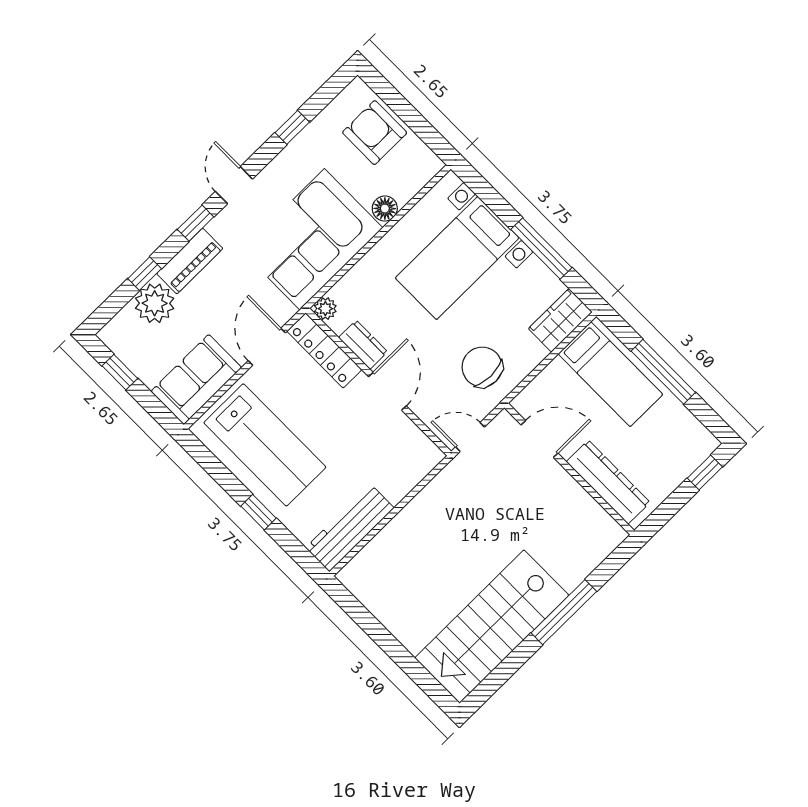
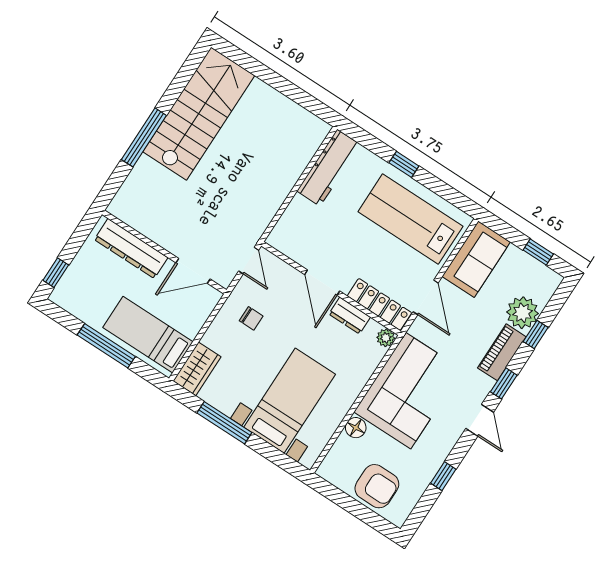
chair: (482, 367) -> (251, 318), width x0.54, depth x0.54
door: (470, 437) -> (249, 261), hinge flipped

